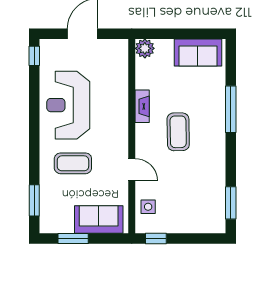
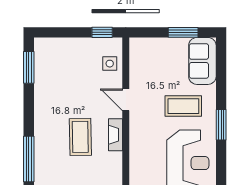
fireplace: (142, 106) -> (116, 135), moved
window: (34, 200) -> (221, 125), moved
sofa: (99, 220) -> (202, 61), moved, turned 90

